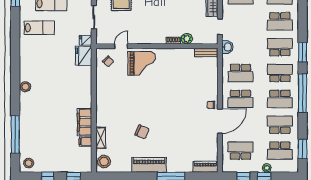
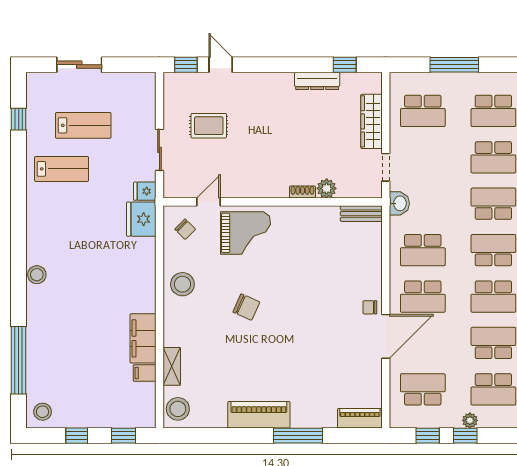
stool: (107, 92) -> (182, 284), added
chair: (142, 132) -> (246, 307), moved

